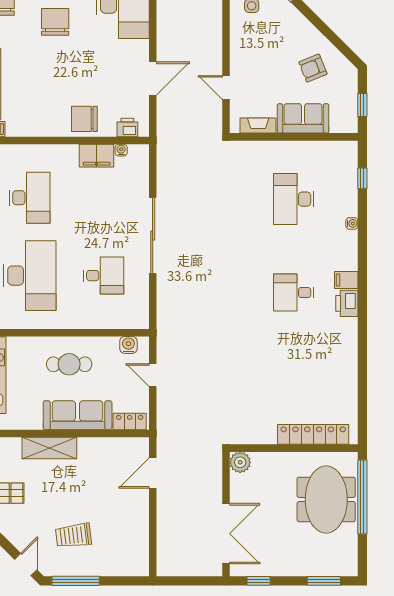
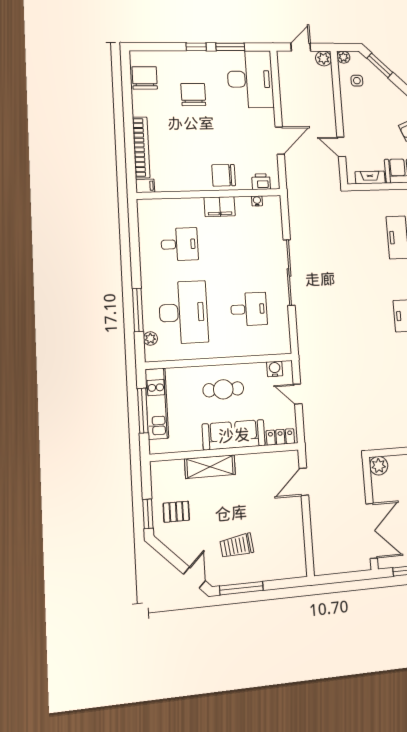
filing cabinet: (97, 156) -> (220, 207), moved
desk: (30, 198) -> (180, 244), width x0.73

